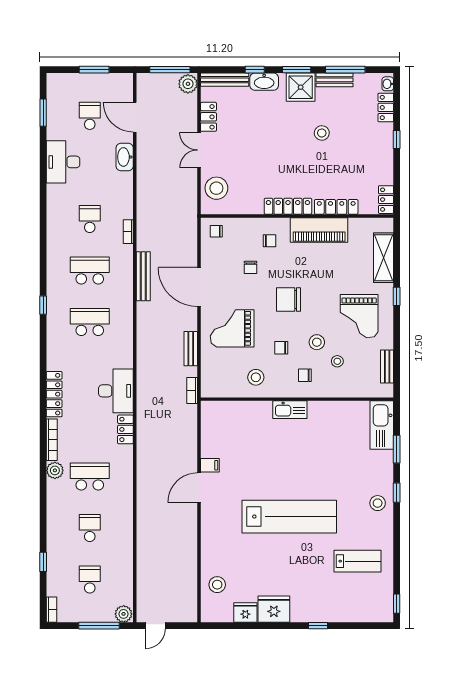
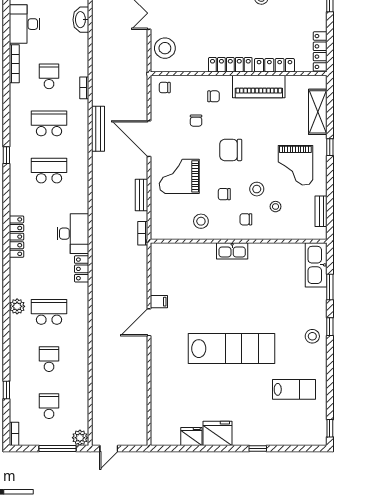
locker: (386, 200) -> (320, 51), width x1.53
bookcase: (52, 440) -> (14, 64), moved
stool: (217, 585) -> (166, 411), removed

